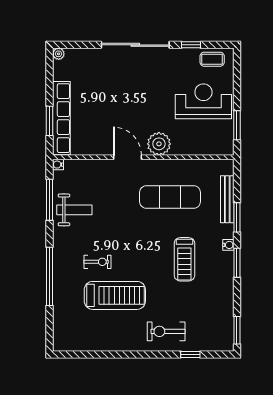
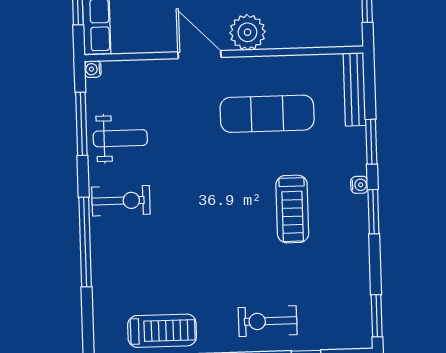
bench: (227, 199) -> (355, 89), moved
exercise bike: (97, 262) -> (121, 201), moved, width x1.38, depth x1.39
treadmill: (115, 295) -> (162, 331), moved, width x0.73, depth x0.73

